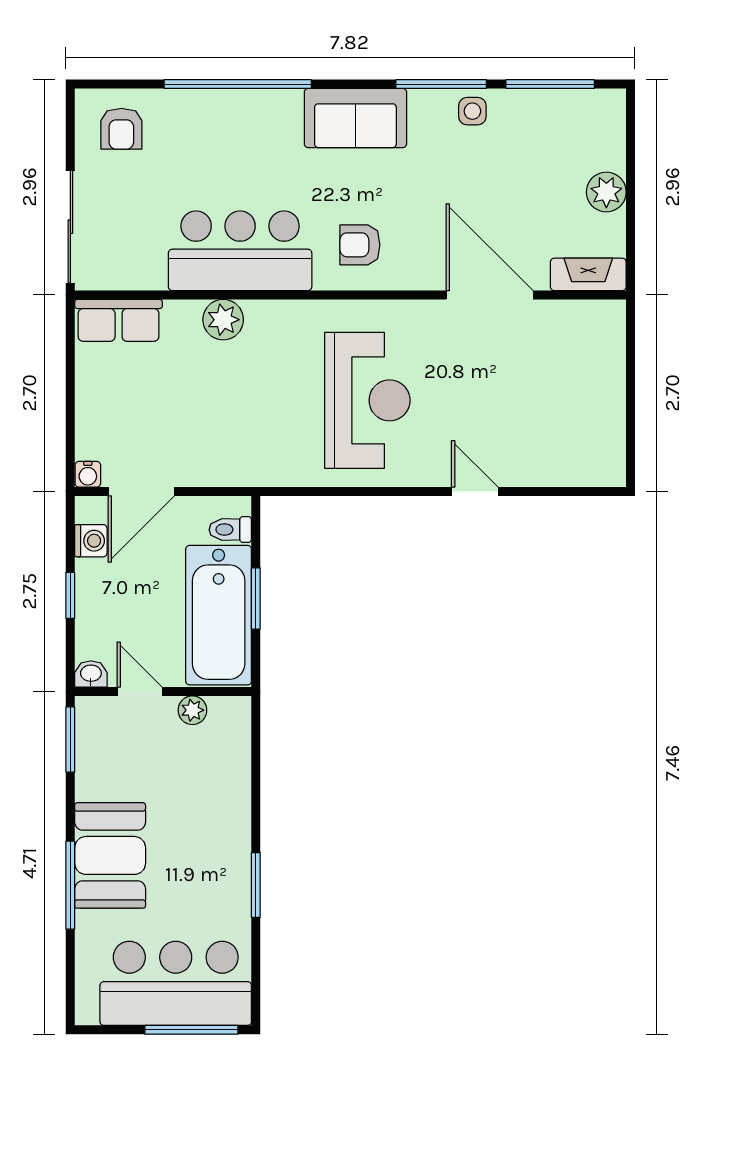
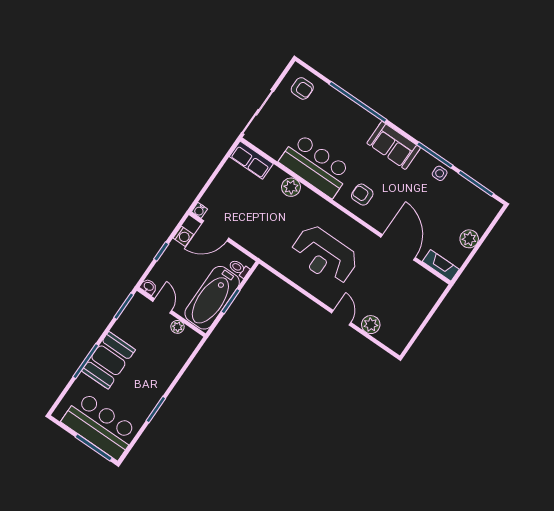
armchair: (121, 129) -> (302, 88), turned -90
reception desk: (367, 400) -> (324, 255), turned 90
plant: (536, 467) -> (371, 325), added

